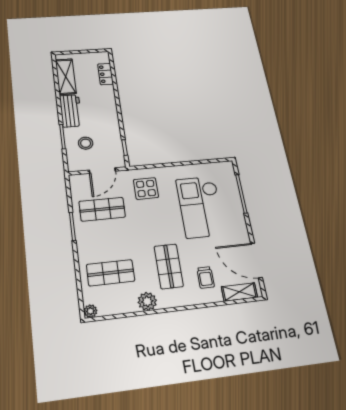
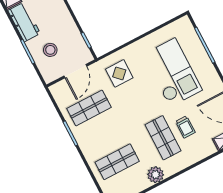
checkout: (201, 207) -> (173, 72), turned 180
trolley: (206, 277) -> (185, 127), moved

